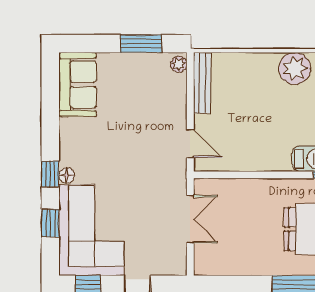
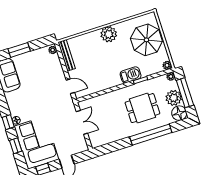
window: (141, 44) -> (19, 50), moved

